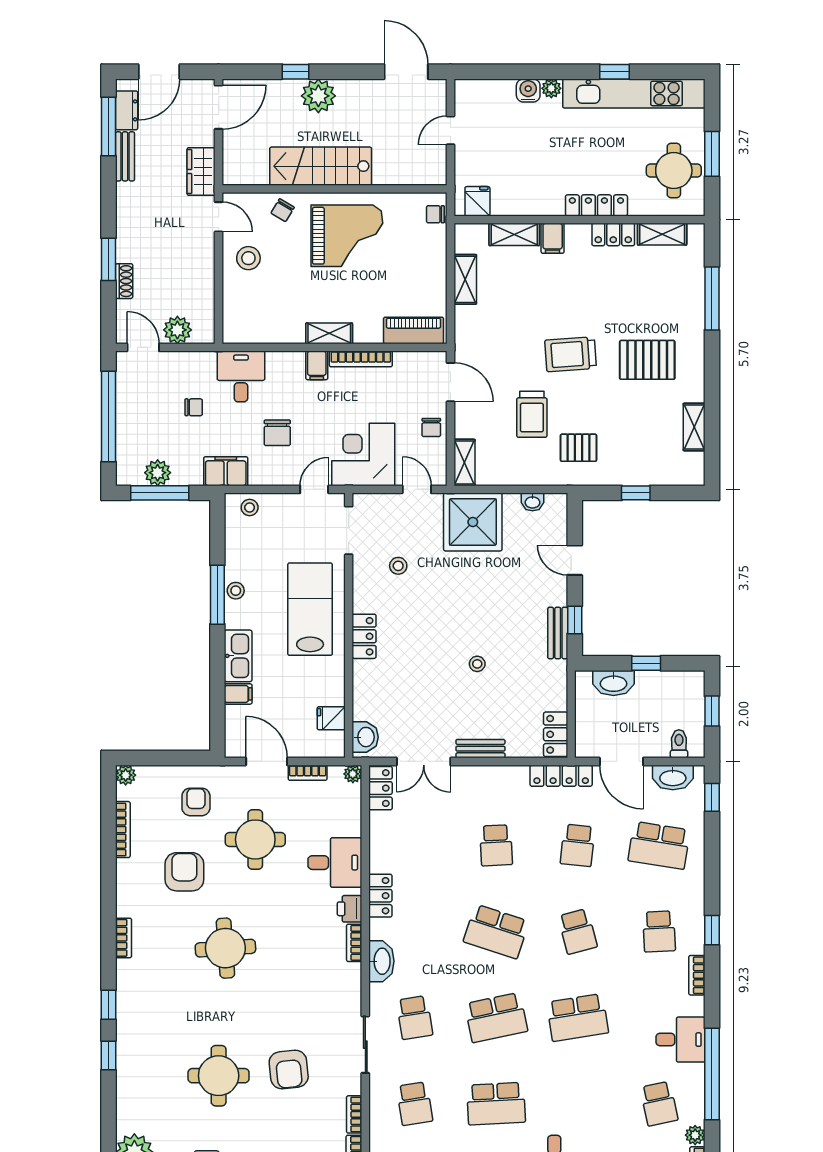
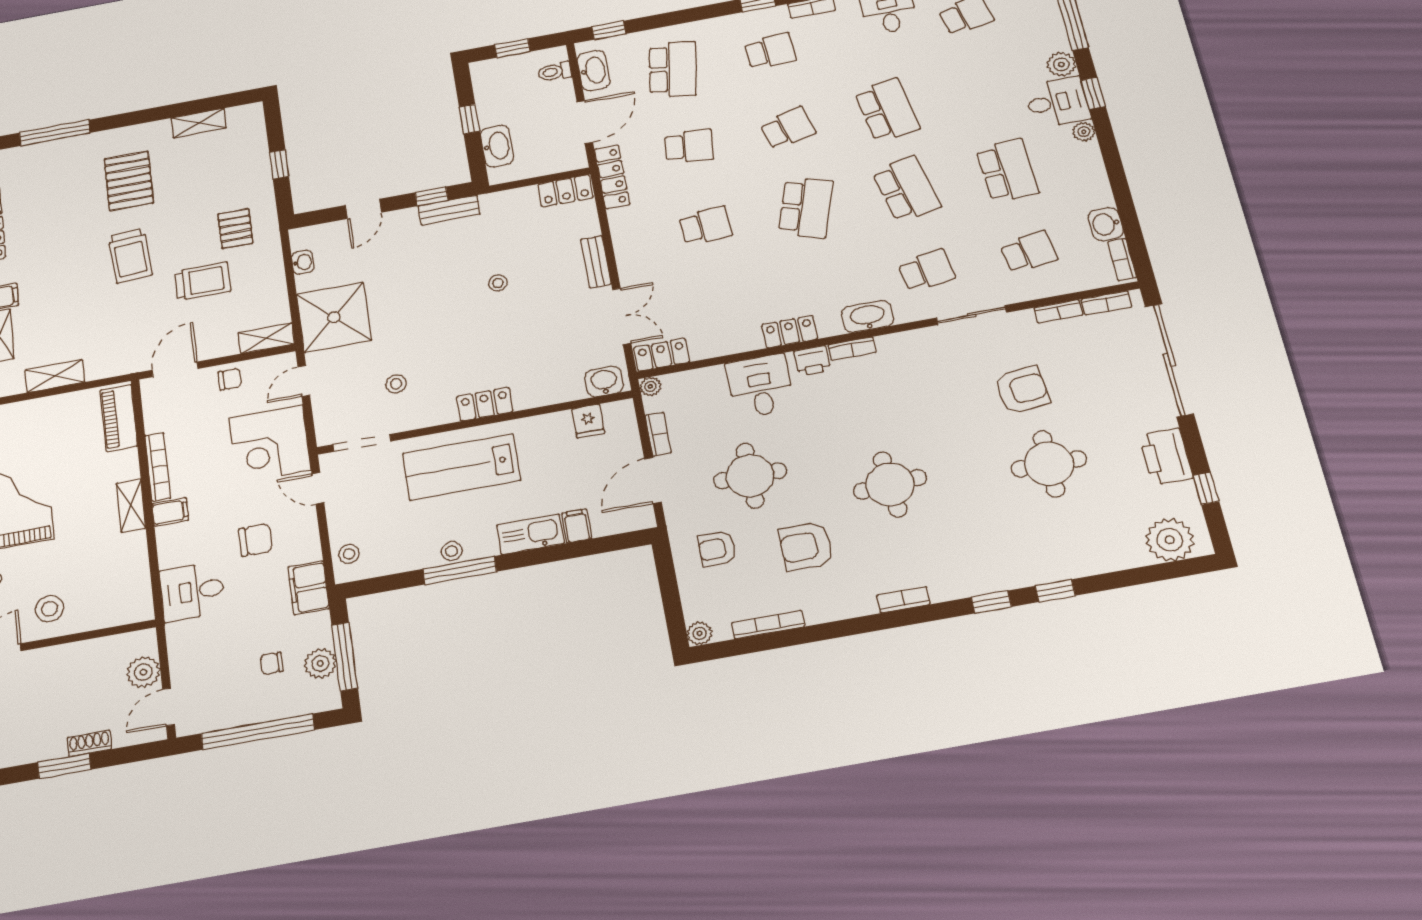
chair: (194, 407) -> (272, 663), moved, turned -90

